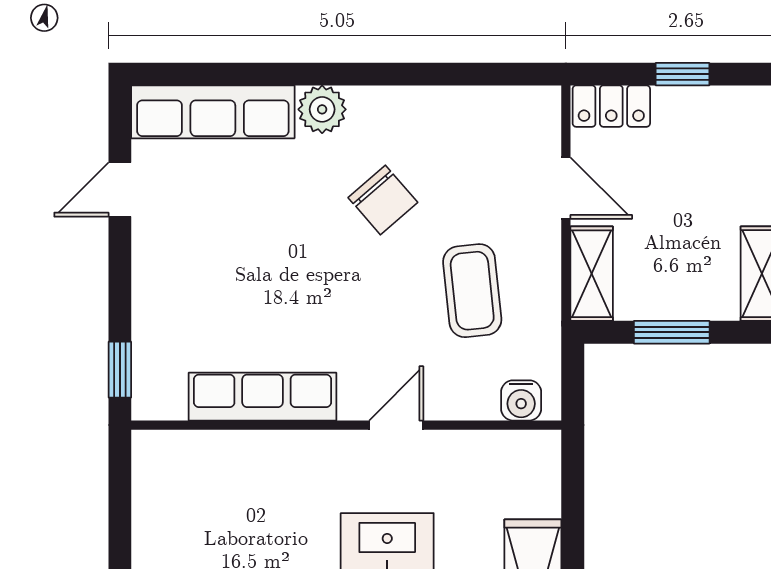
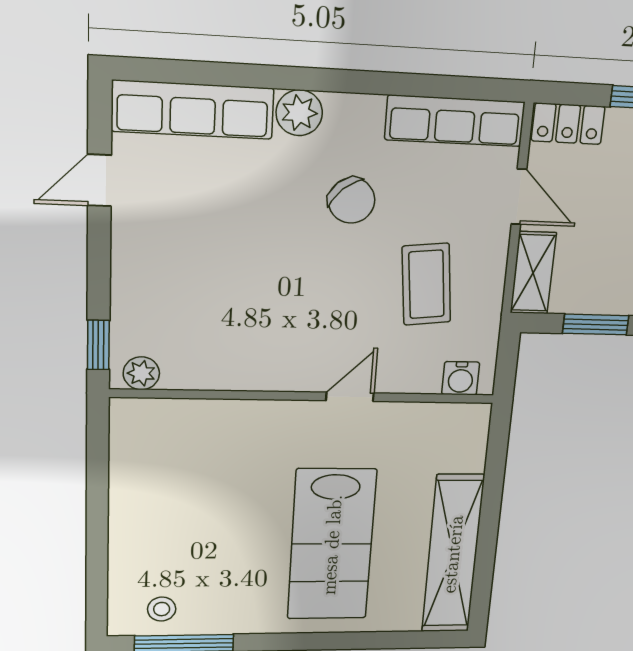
row of seats: (263, 397) -> (455, 121), moved, turned 180
plant: (166, 401) -> (141, 373), added

